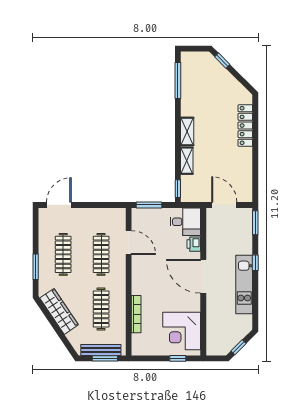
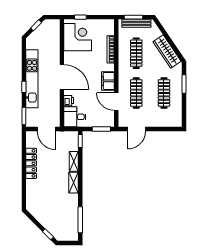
locker: (245, 126) -> (31, 163), moved
door: (59, 205) -> (137, 129), moved
filing cabinet: (140, 271) -> (108, 81), added
kitchen unit: (244, 284) -> (32, 79), width x1.36

